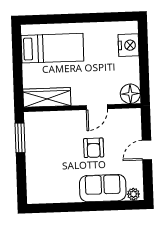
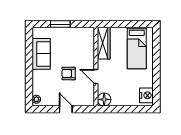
nightstand: (128, 45) -> (146, 95), moved, turned -90
window: (20, 138) -> (60, 24), moved
sofa: (103, 188) -> (41, 54), moved

